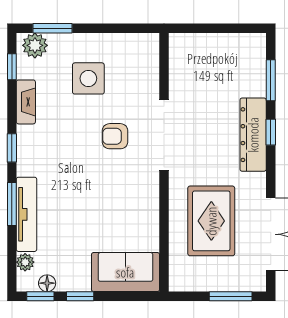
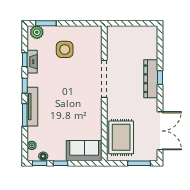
window: (12, 67) -> (25, 60), moved
window: (271, 80) -> (160, 50), removed
armchair: (115, 136) -> (79, 80), removed
tv unit: (26, 214) -> (32, 107), moved
rug: (211, 221) -> (121, 137), moved

